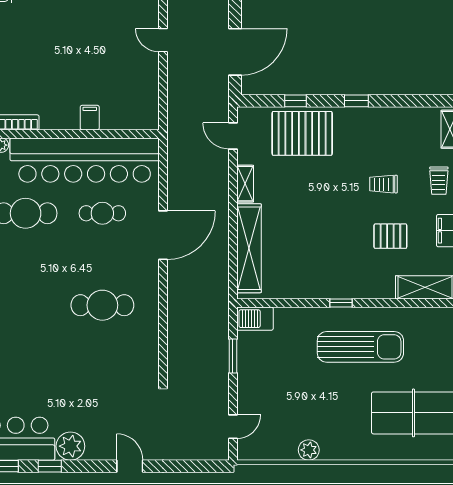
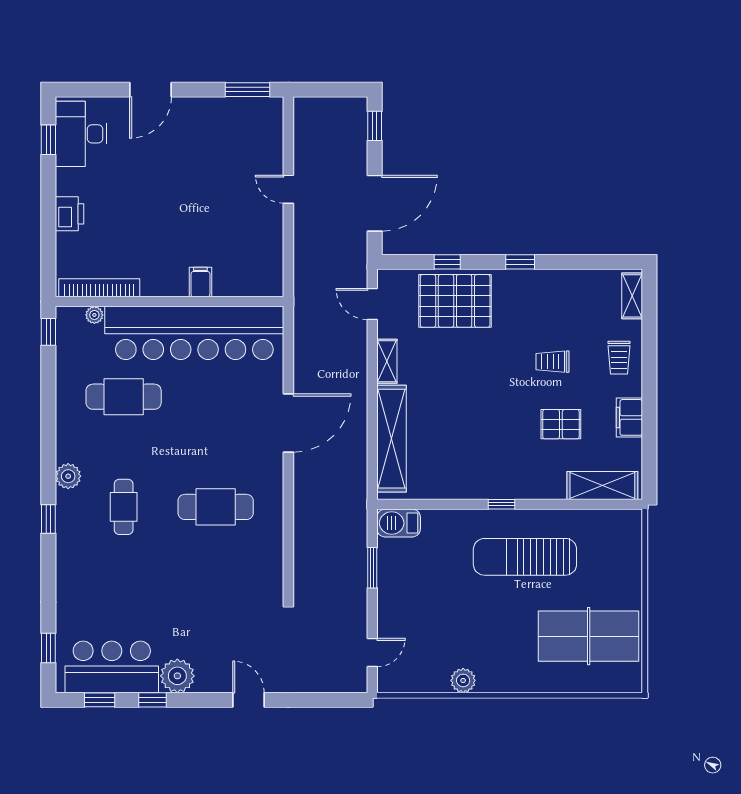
cafe table: (102, 213) -> (124, 507), moved, turned 90
sun lounger: (360, 347) -> (525, 557), turned 180

